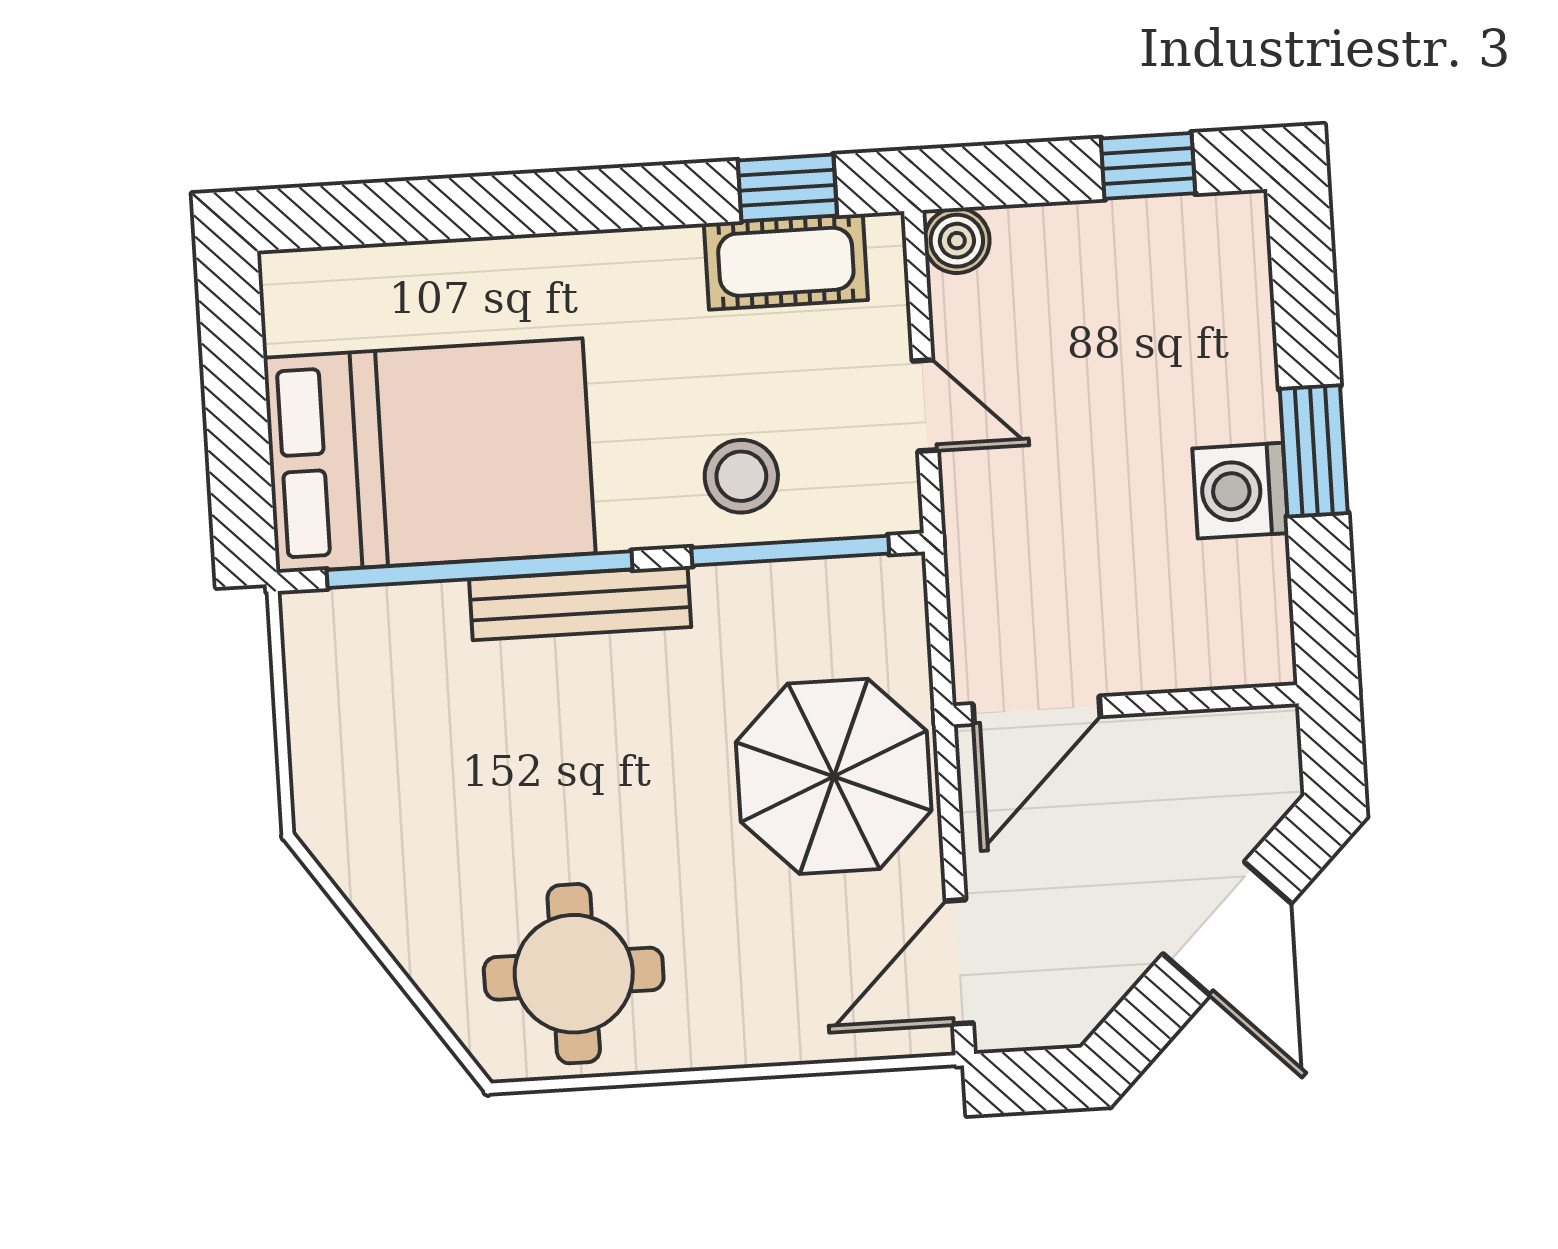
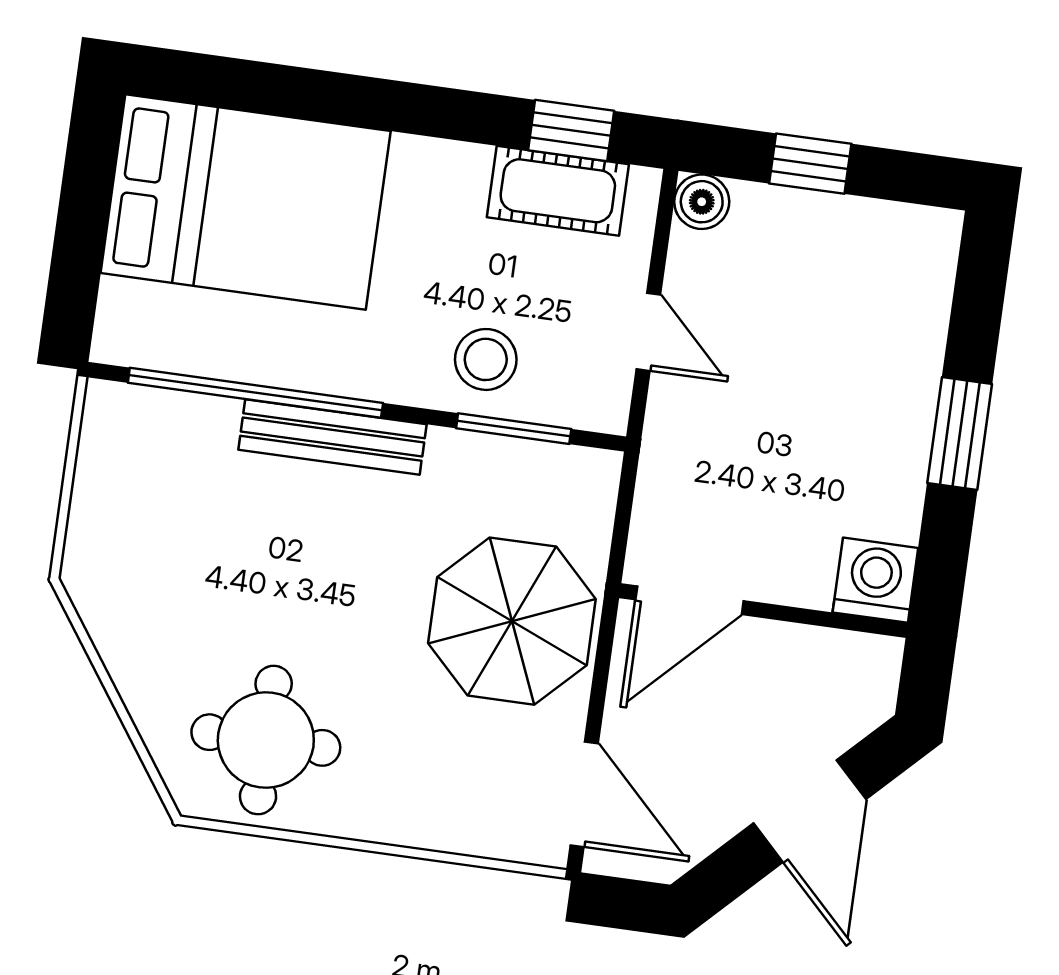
window: (1148, 166) -> (810, 164), moved
bed: (429, 455) -> (246, 202), moved
washing machine: (1240, 491) -> (875, 580), moved, turned 90
window: (790, 551) -> (514, 429), width x0.69
door: (959, 962) -> (584, 794), swing flipped

